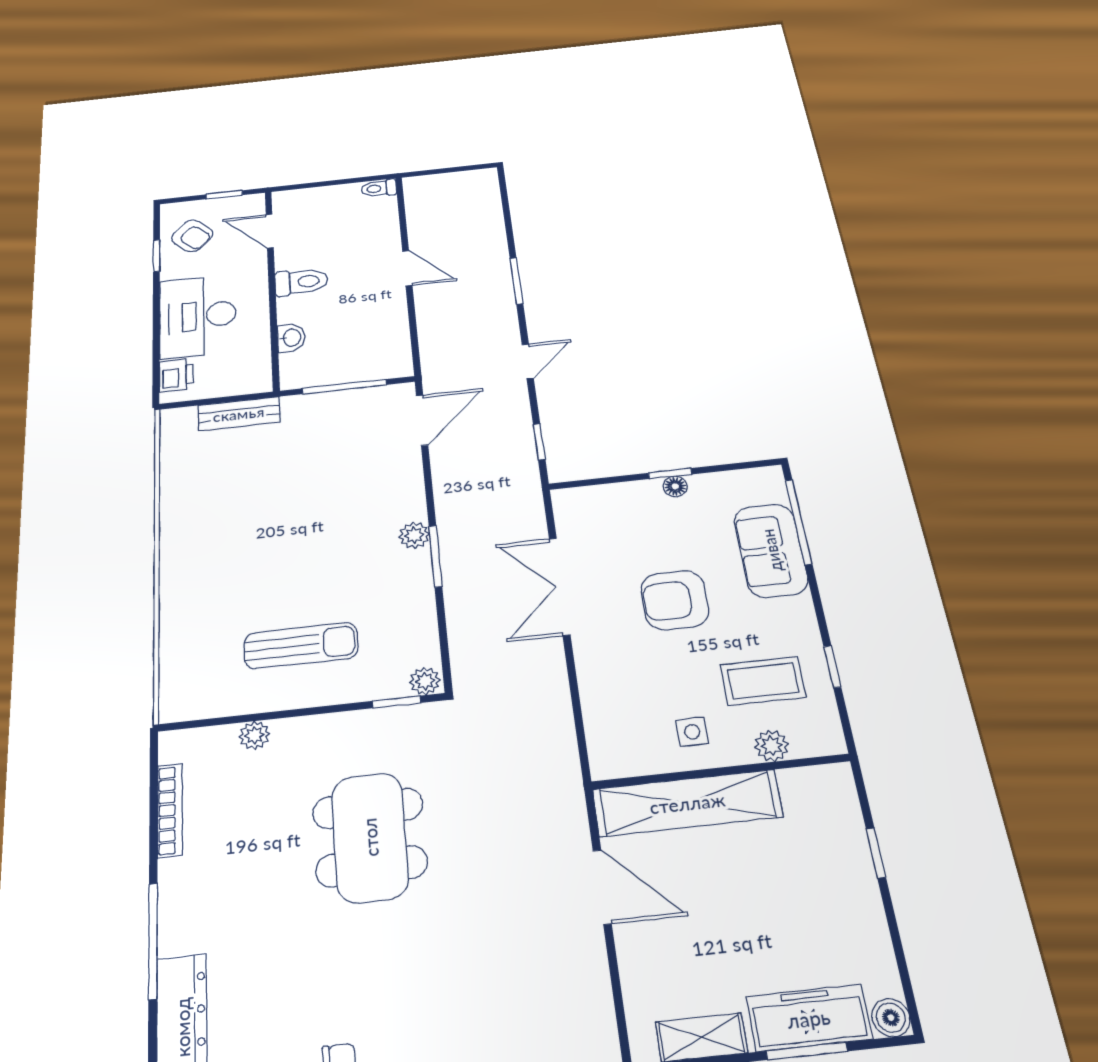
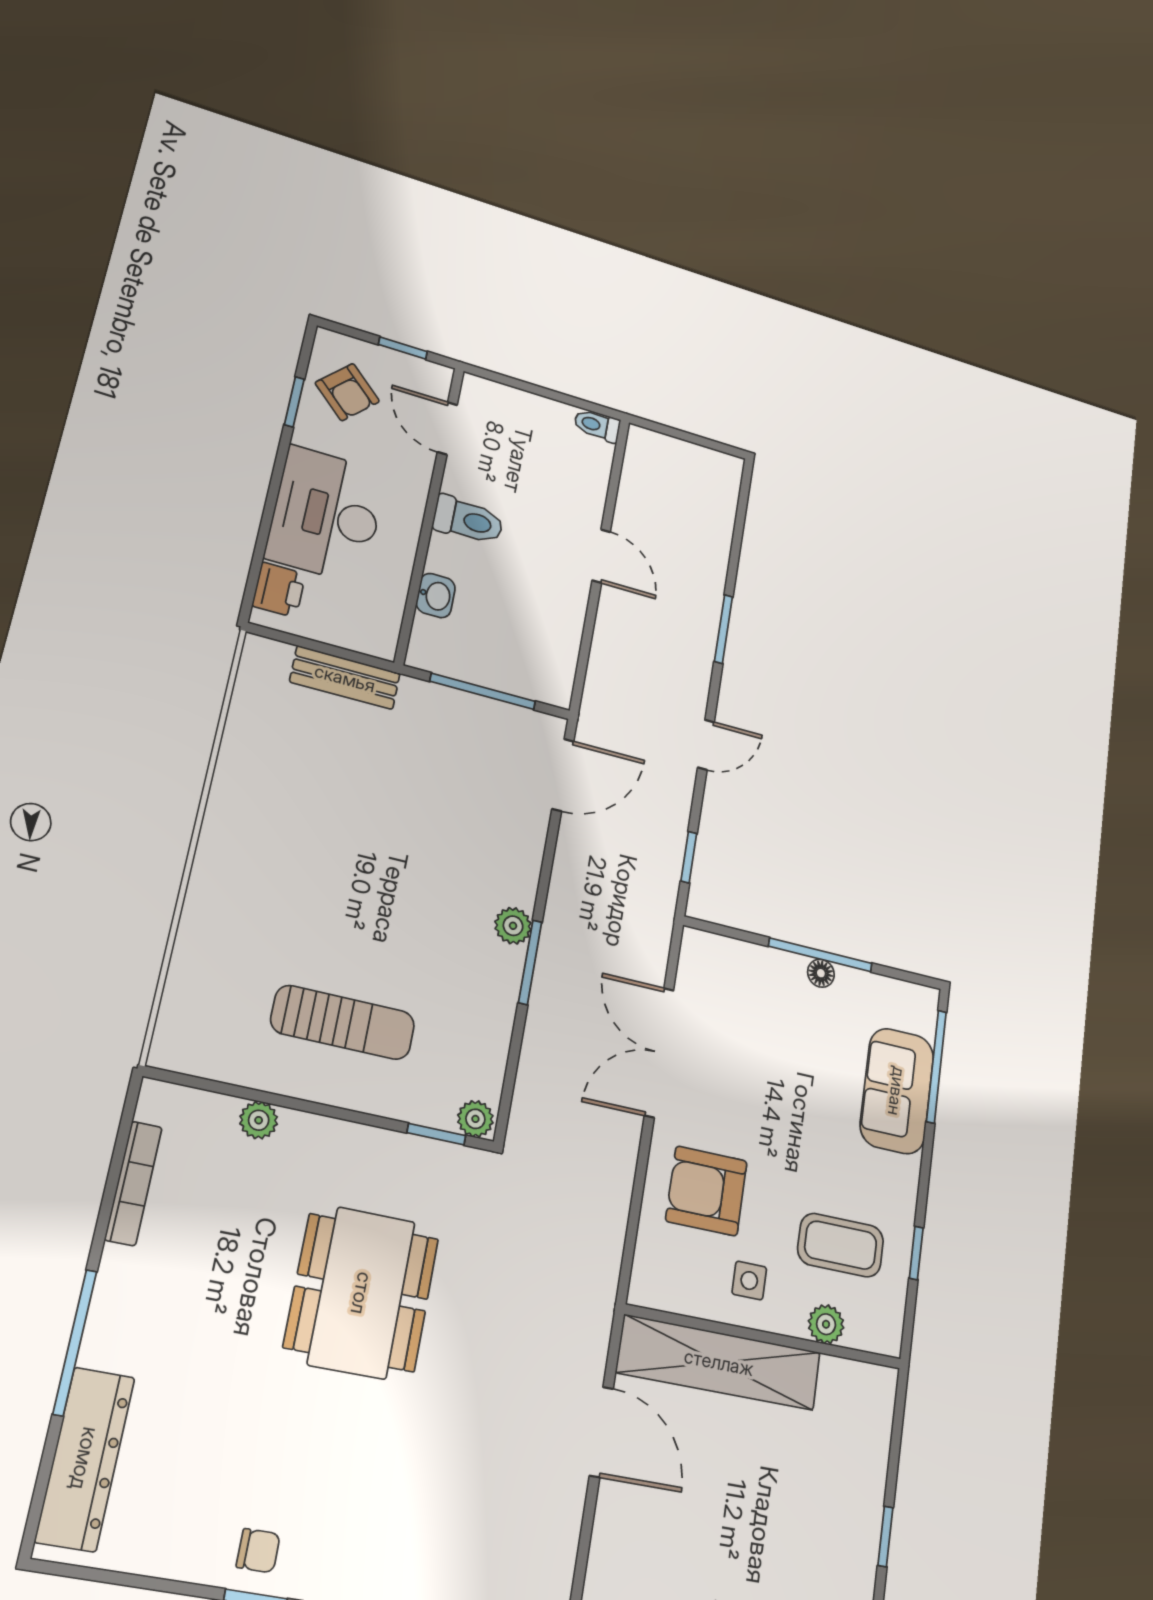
window: (670, 474) -> (820, 955), width x2.17
armchair: (675, 600) -> (706, 1191), moved
window: (876, 853) -> (885, 1537), moved

